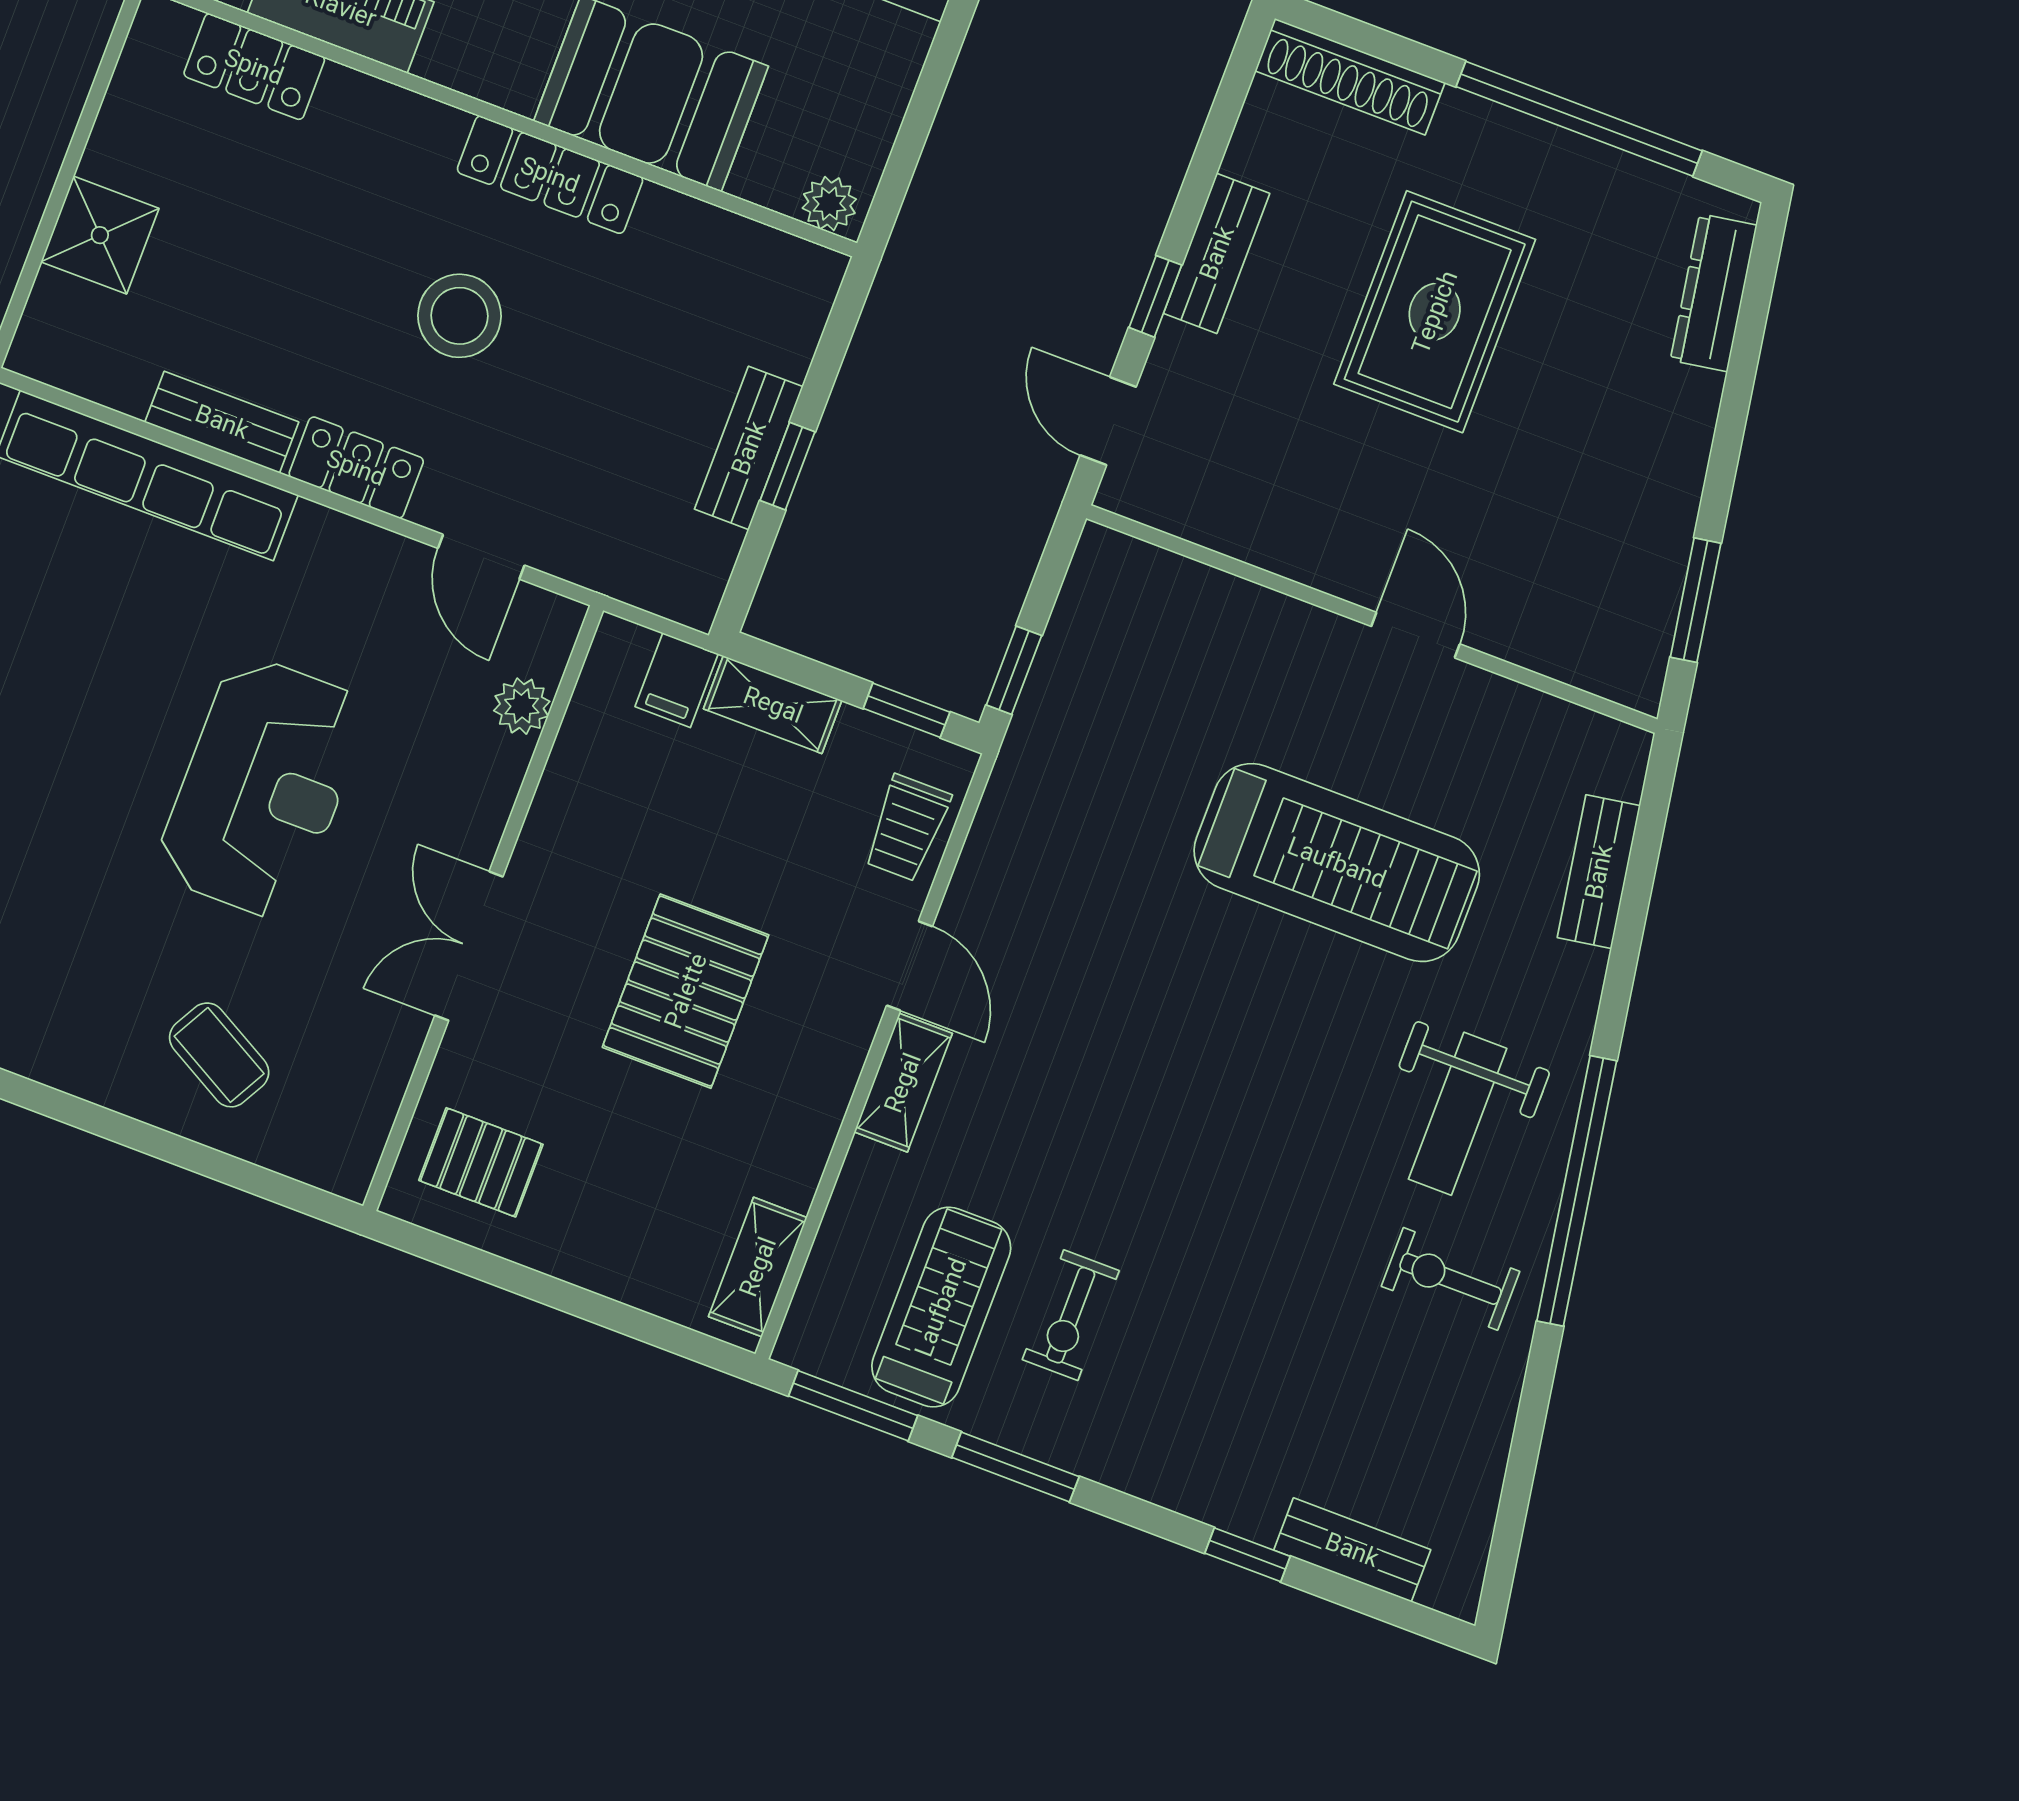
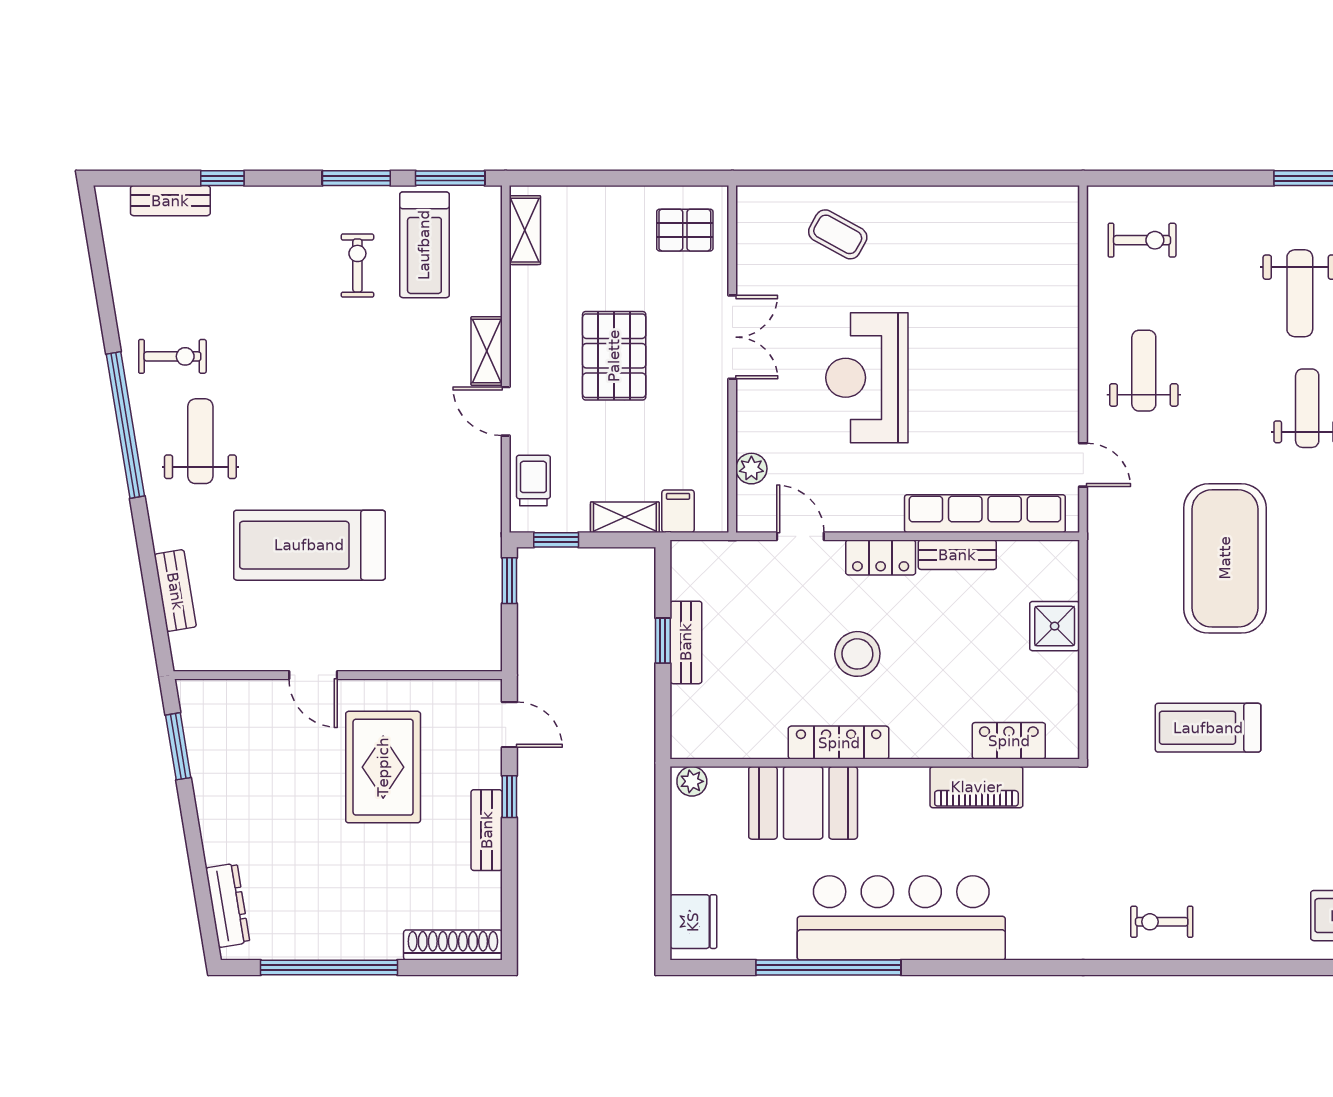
rug: (1435, 312) -> (383, 767), moved

